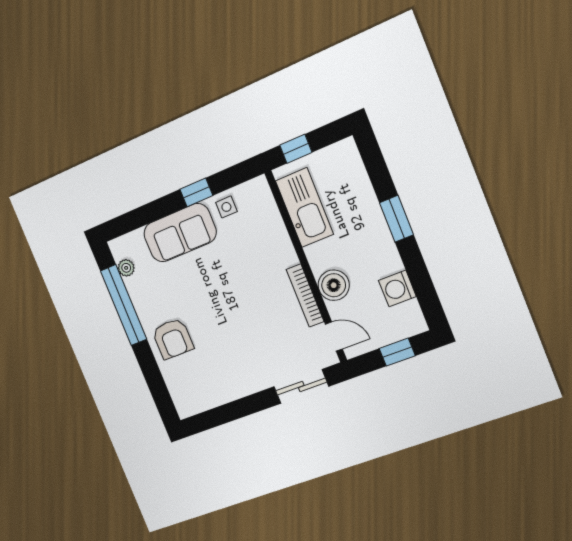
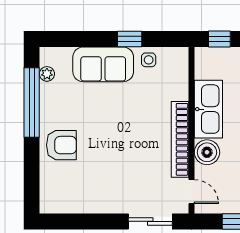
kitchen sink: (304, 208) -> (208, 109), moved
bookcase: (305, 296) -> (180, 139), width x1.48, depth x1.31
armchair: (173, 339) -> (61, 145), turned -90

